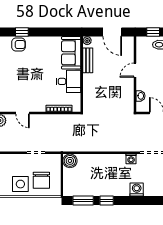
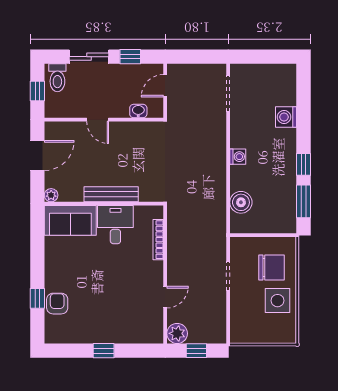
bench: (88, 60) -> (111, 194), moved, width x1.36
washing machine: (131, 159) -> (238, 157), moved
boiler: (70, 161) -> (241, 202), moved

